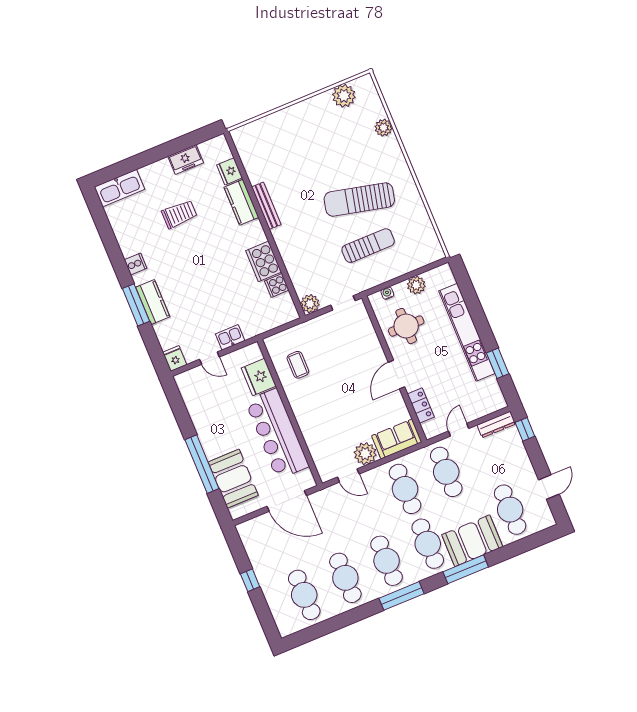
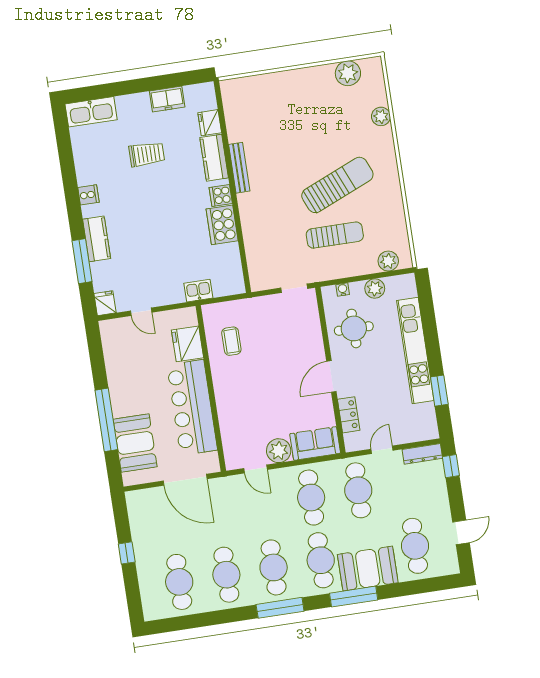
sun lounger: (359, 200) -> (337, 185), turned 144
cooker: (277, 285) -> (221, 196), moved
plant: (310, 304) -> (388, 261), moved
window: (136, 305) -> (82, 261), moved
kitchen sink: (230, 337) -> (198, 291), moved

